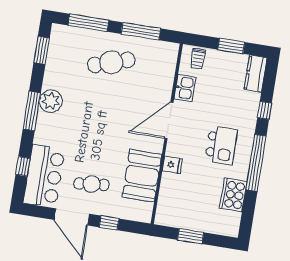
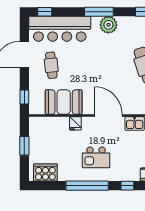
window: (23, 166) -> (45, 12), moved
bar counter: (44, 176) -> (60, 29), width x1.36
cooker: (233, 195) -> (45, 173), moved
window: (109, 223) -> (24, 97), moved

